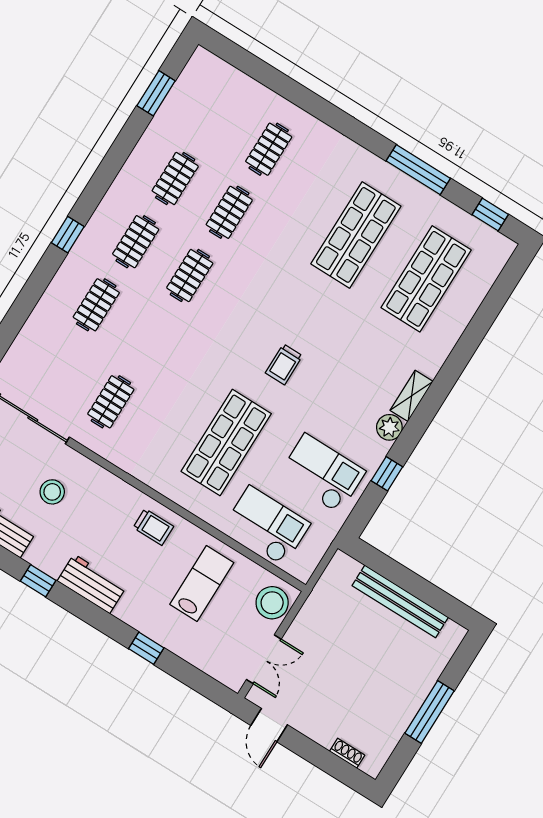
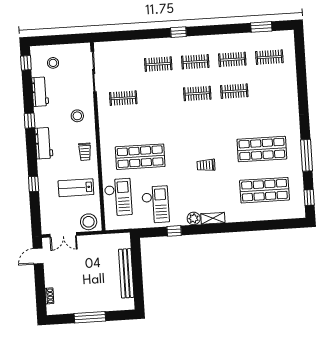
clothes rail: (269, 149) -> (269, 57), moved
trolley: (284, 364) -> (206, 165), moved
stool: (52, 492) -> (77, 116), moved
lab bench: (202, 583) -> (76, 188), turned 180

